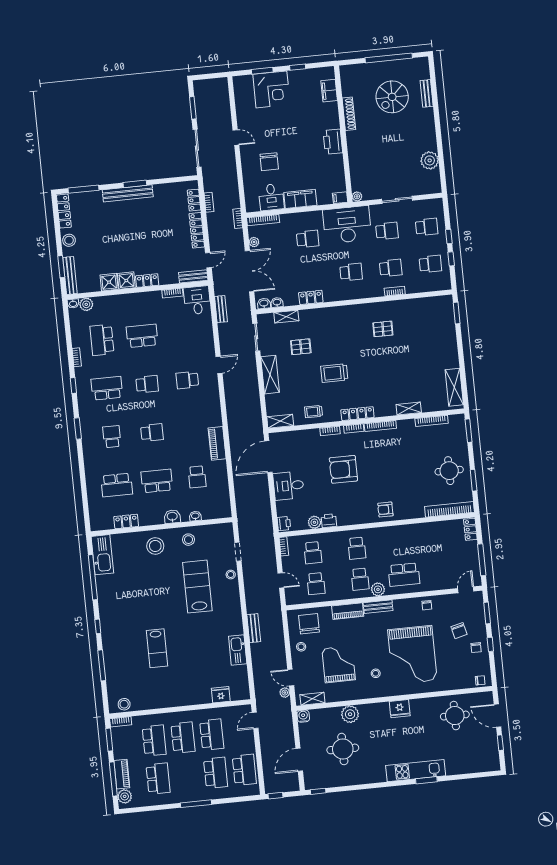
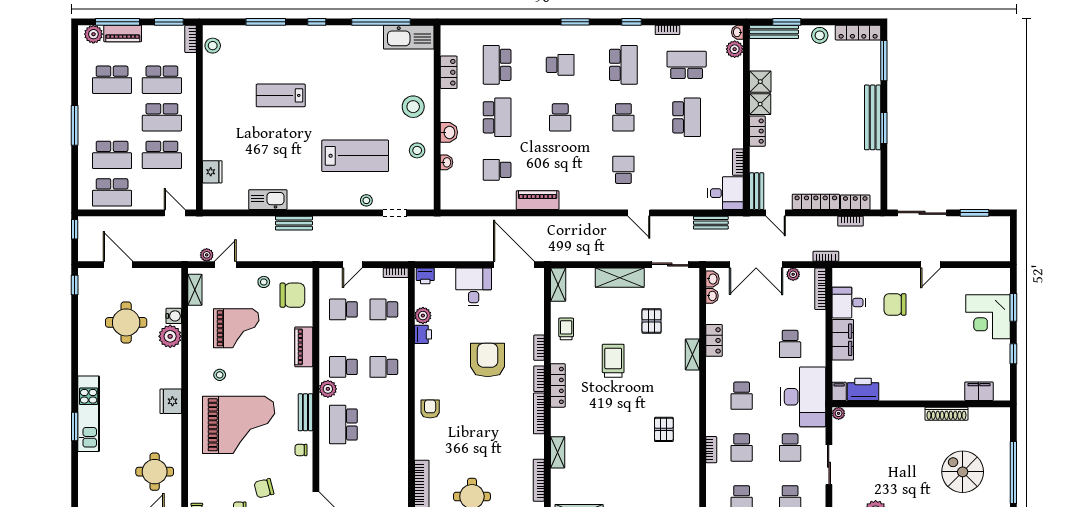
printer: (333, 142) -> (863, 389), moved
shelving: (286, 317) -> (692, 354), moved
bench: (378, 607) -> (305, 412), moved
grand piano: (412, 655) -> (239, 425), turned 180
water cooler: (303, 716) -> (174, 316), moved

